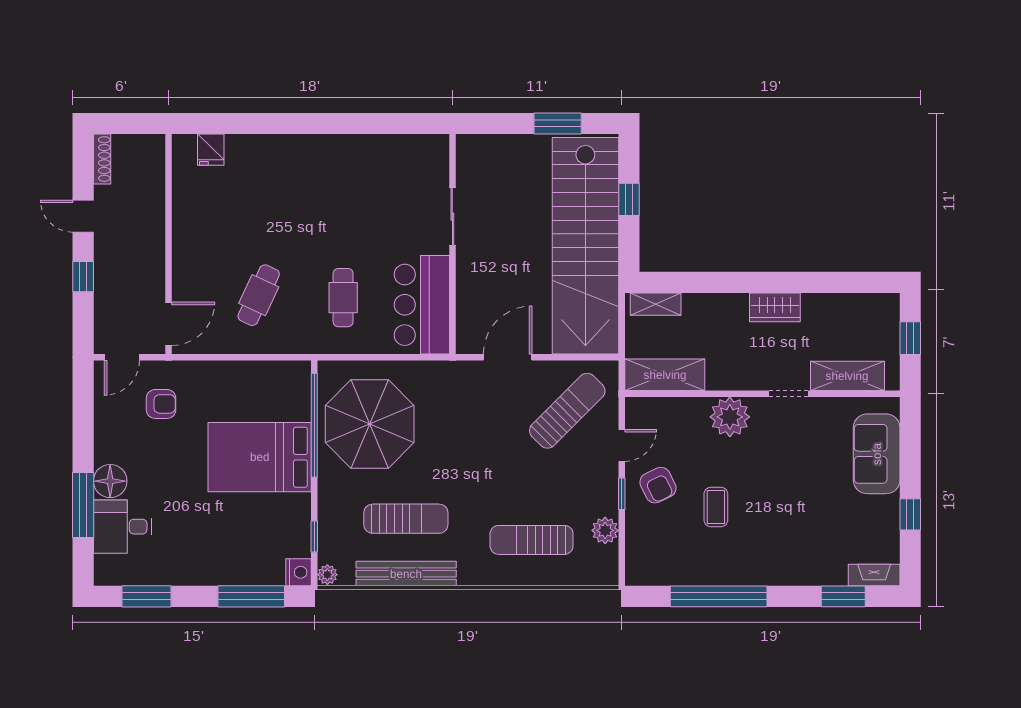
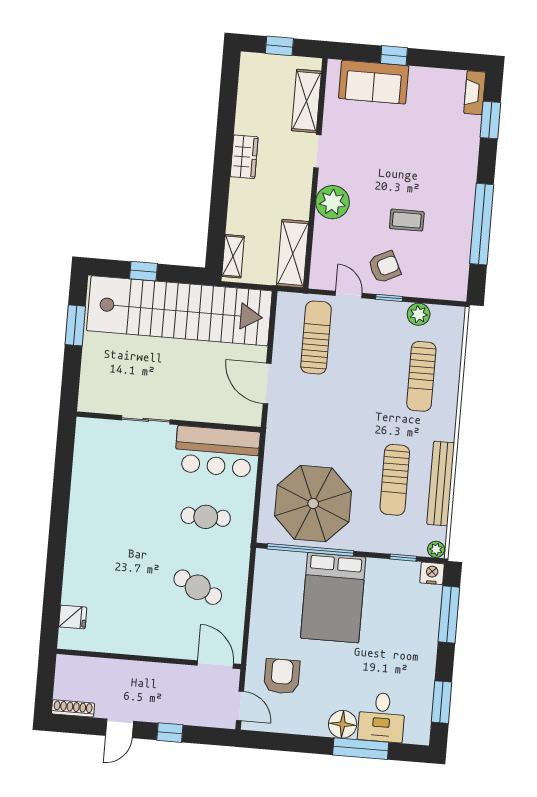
armchair: (161, 404) -> (282, 676), width x1.38, depth x1.38
sun lounger: (567, 411) -> (316, 337), turned 45
window: (910, 514) -> (394, 56), moved
sun lounger: (406, 519) -> (395, 480), turned 180

